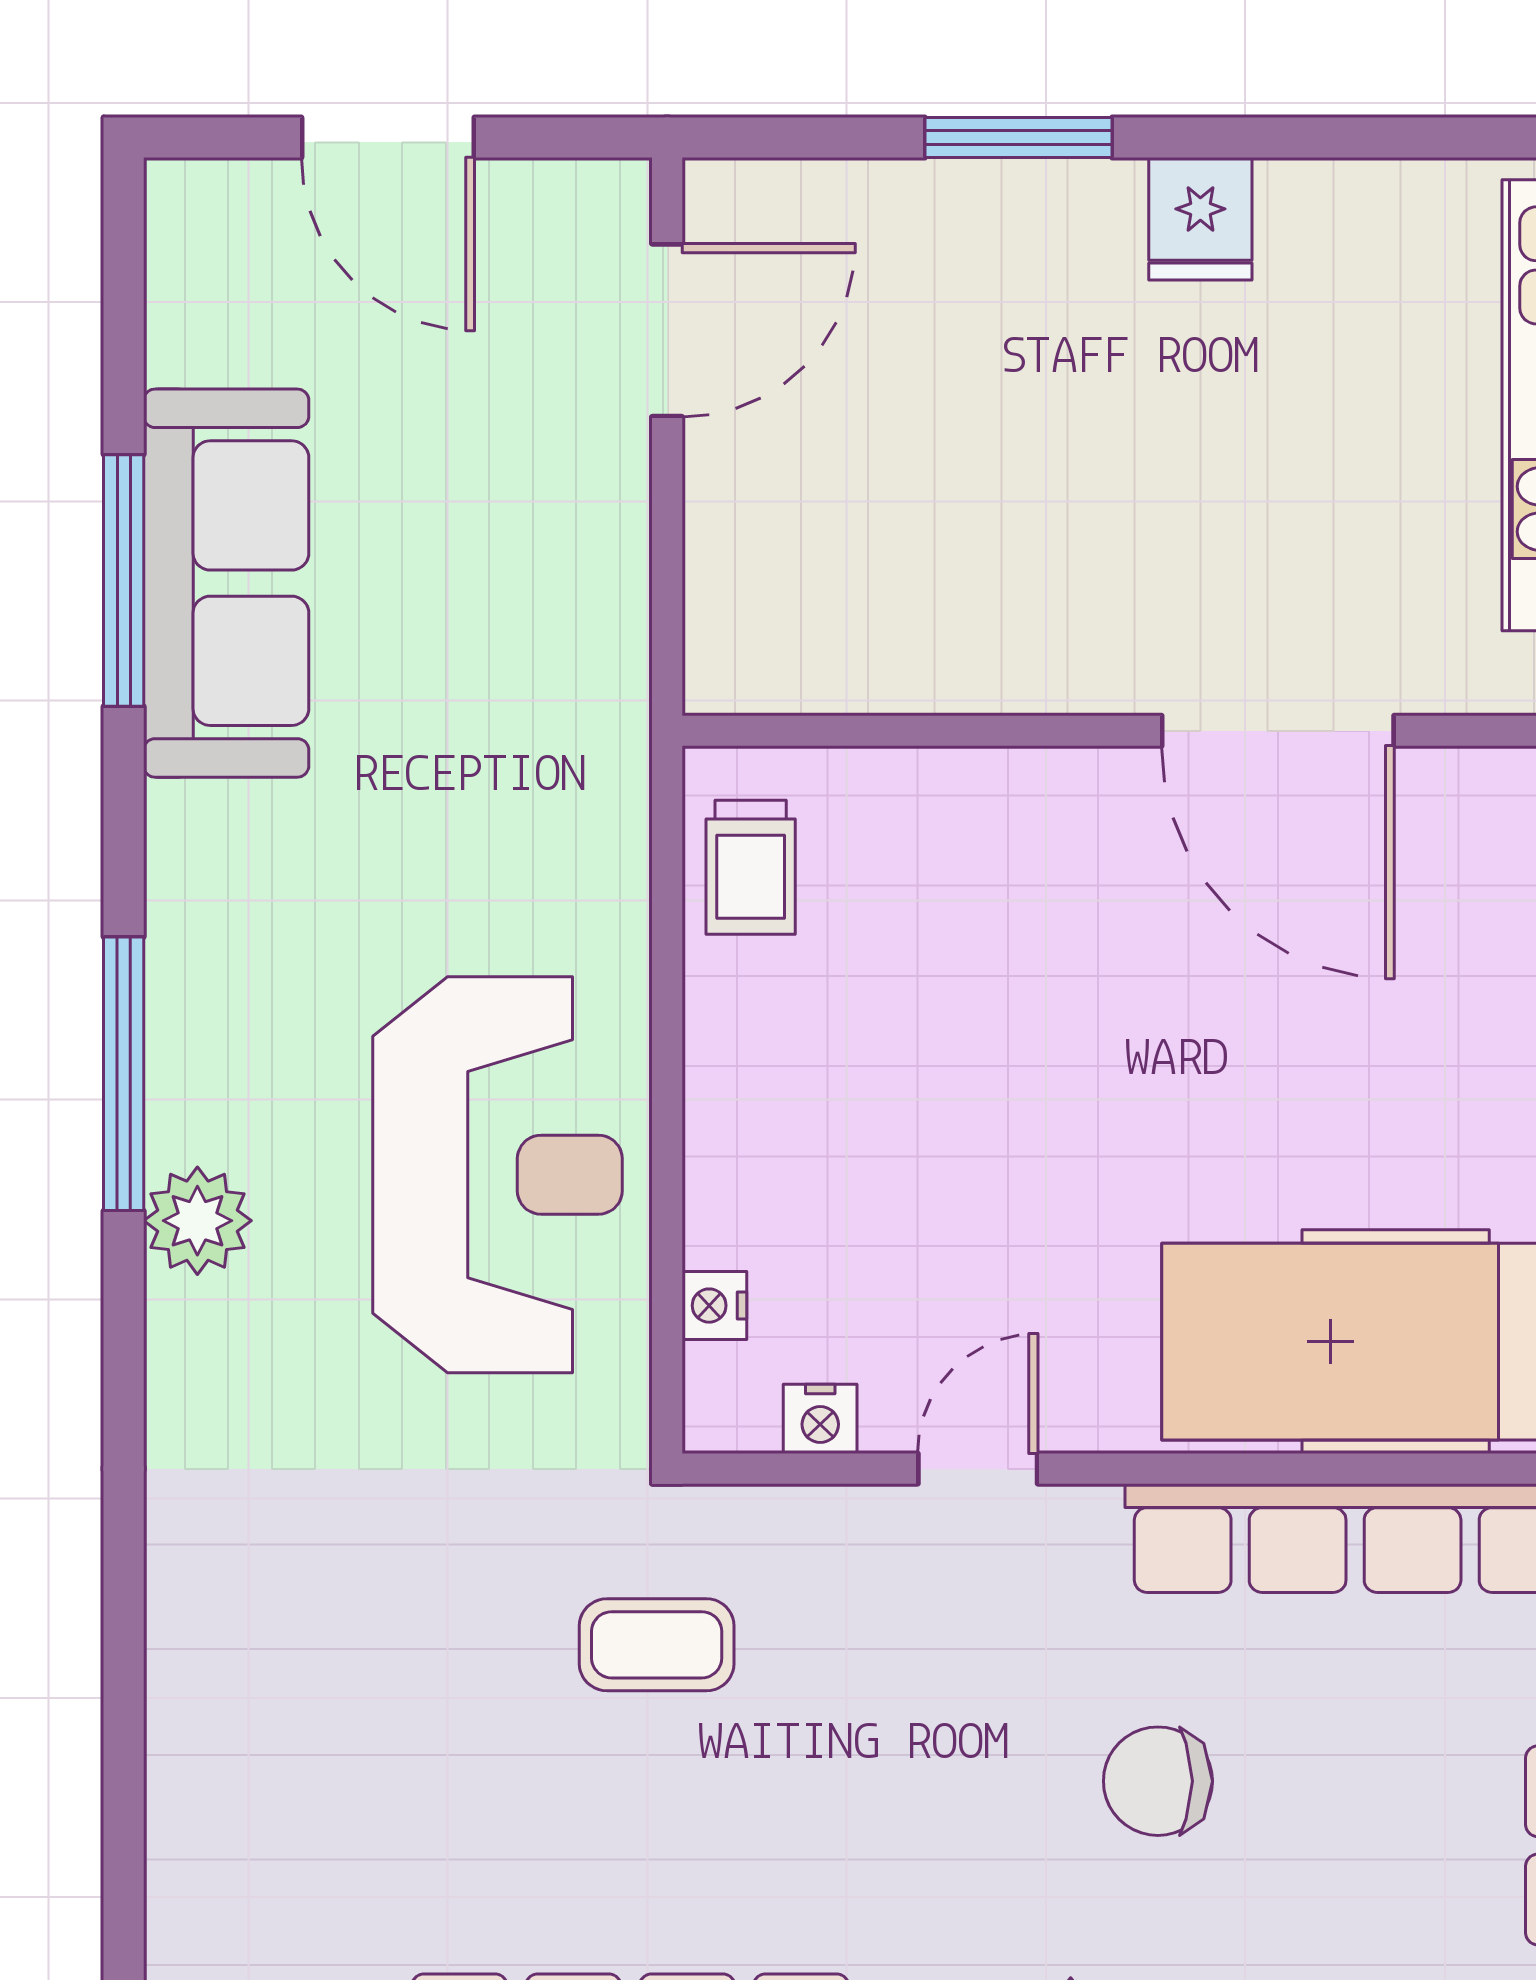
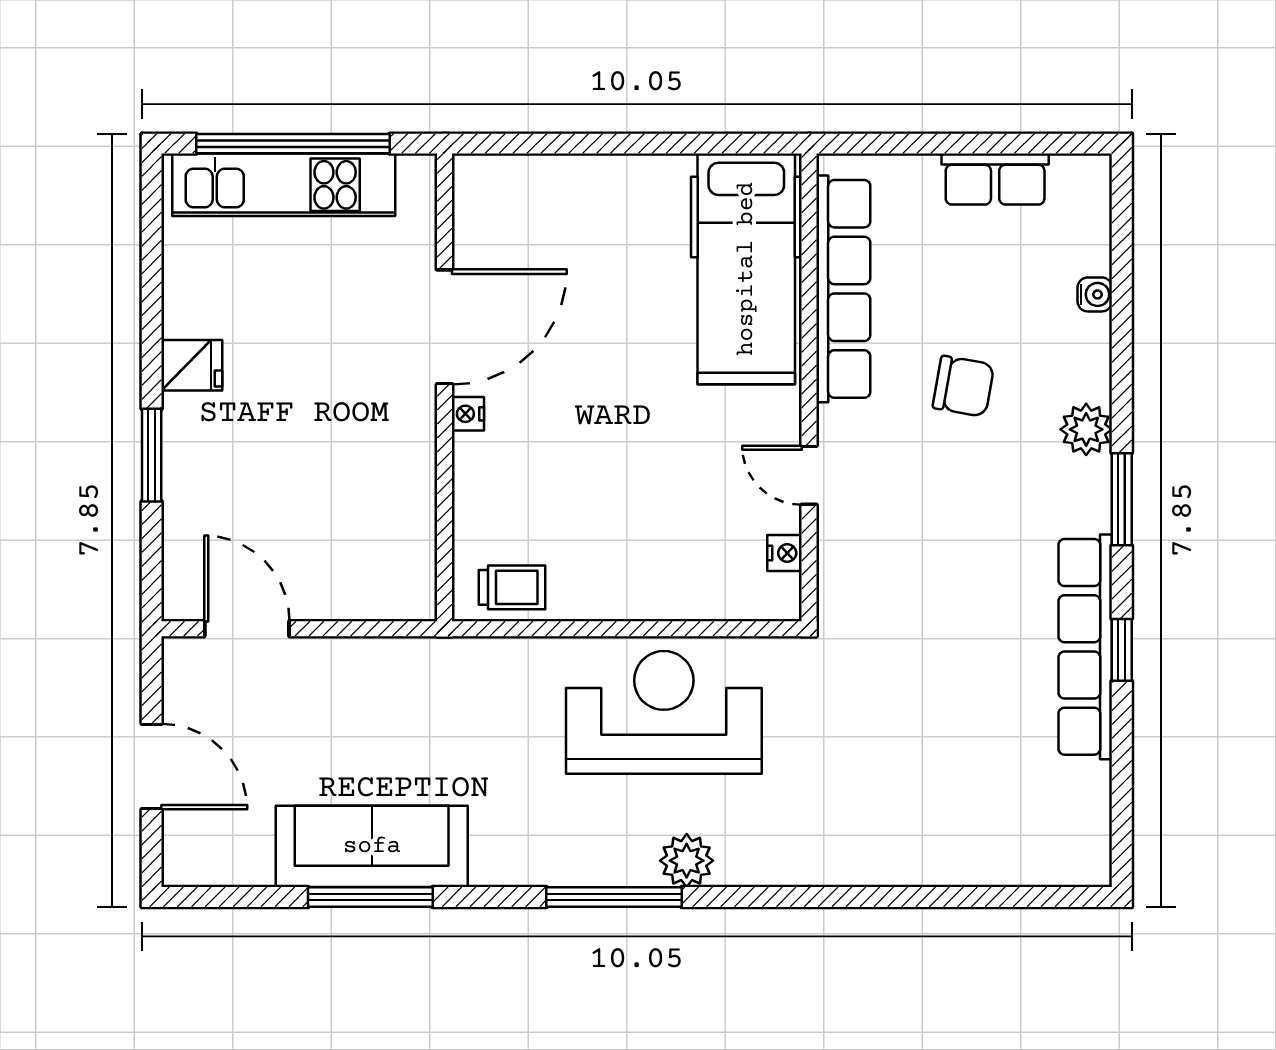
door: (388, 138) -> (152, 767), hinge flipped
nightstand: (714, 1306) -> (468, 414), moved, turned 90
coffee table: (657, 1645) -> (896, 634), removed
chair: (1158, 1781) -> (963, 386), turned -80

